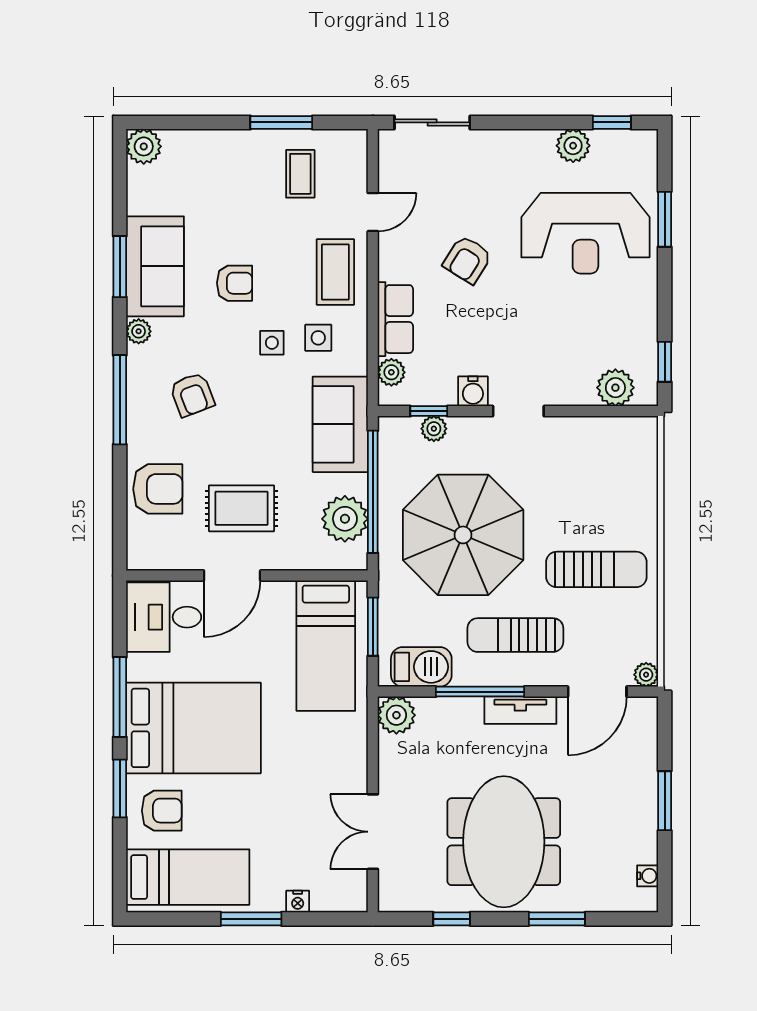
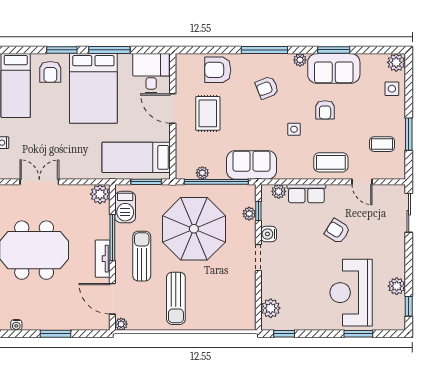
side table: (318, 338) -> (392, 89), moved
armchair: (158, 489) -> (218, 70), turned 90
plant: (345, 519) -> (202, 173), width x0.53, depth x0.53

